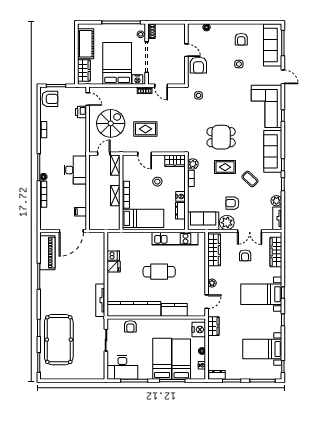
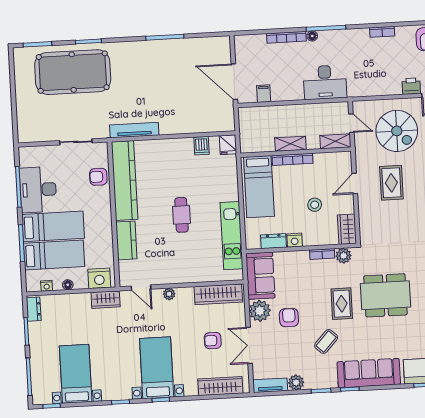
dining table: (221, 137) -> (385, 295), width x1.38
piano: (47, 253) -> (200, 48), removed
fridge: (114, 267) -> (228, 145), moved
cafe table: (159, 272) -> (181, 215), width x0.73, depth x0.74
desk: (122, 367) -> (38, 190), moved

